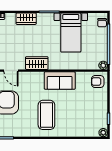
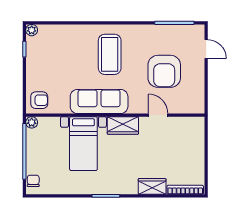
wardrobe: (26, 19) -> (152, 186), moved
bed with nightstands: (71, 33) -> (83, 144), moved, turned 180
sofa: (60, 81) -> (99, 101), width x1.36

